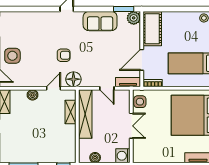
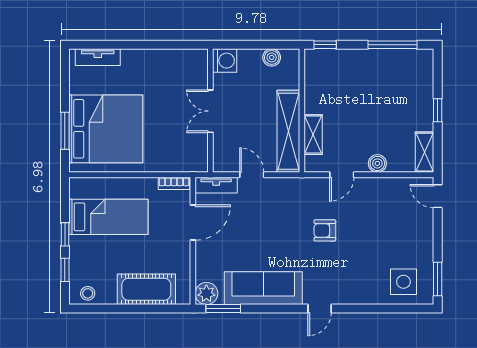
sofa: (100, 21) -> (263, 288), width x1.36
cot: (152, 29) -> (146, 289), moved, turned 90
side table: (12, 56) -> (403, 282), moved
floor lamp: (73, 79) -> (308, 190), removed
side table: (140, 102) -> (196, 152), removed

